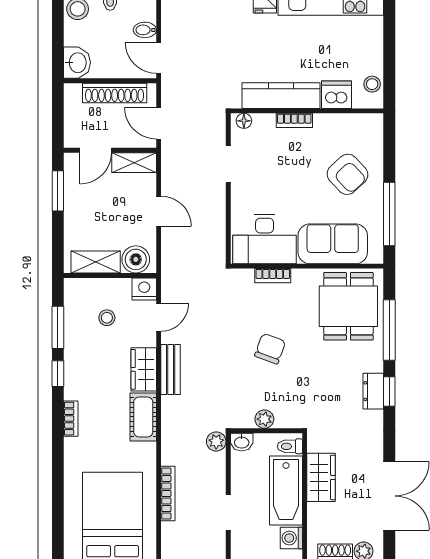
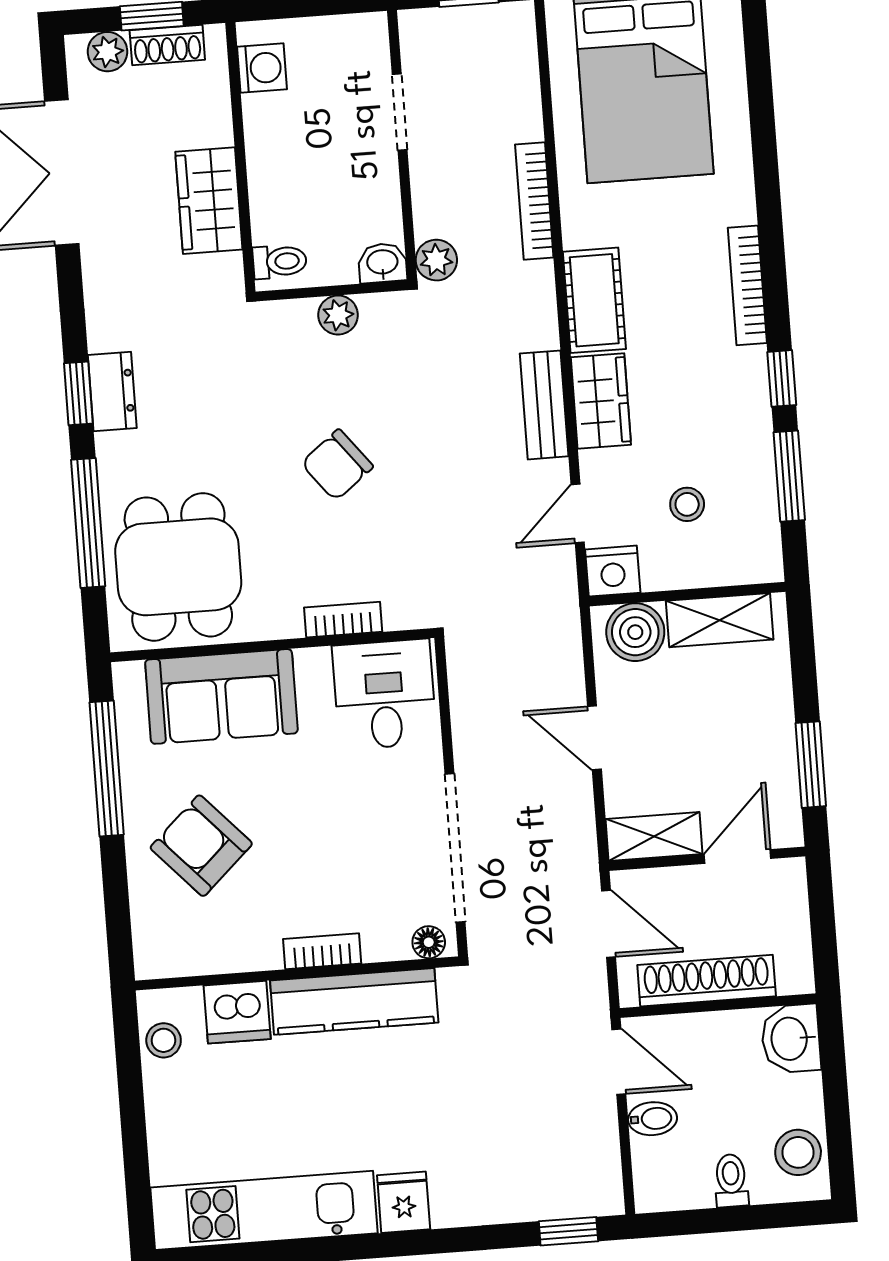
doorway: (228, 164) -> (455, 848), width x1.88
desk: (265, 239) -> (384, 694), width x0.73
chair: (270, 349) -> (337, 465), turned 32
bookcase: (71, 419) -> (747, 285), width x1.56
bathtub: (286, 491) -> (281, 168), removed
bookcase: (168, 494) -> (534, 201), moved

